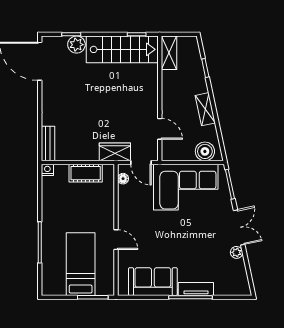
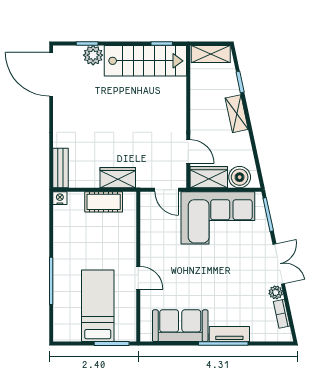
shelving: (169, 53) -> (211, 54), moved, turned 90
shelving: (205, 109) -> (237, 114), moved
wardrobe: (178, 151) -> (209, 177), added
wardrobe: (115, 152) -> (118, 178), moved
floor lamp: (123, 179) -> (146, 208), removed
bookcase: (242, 271) -> (282, 314), added

